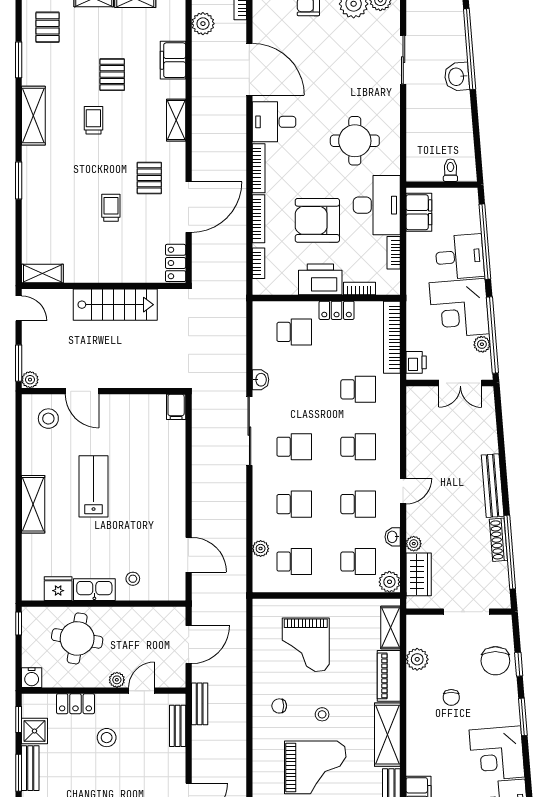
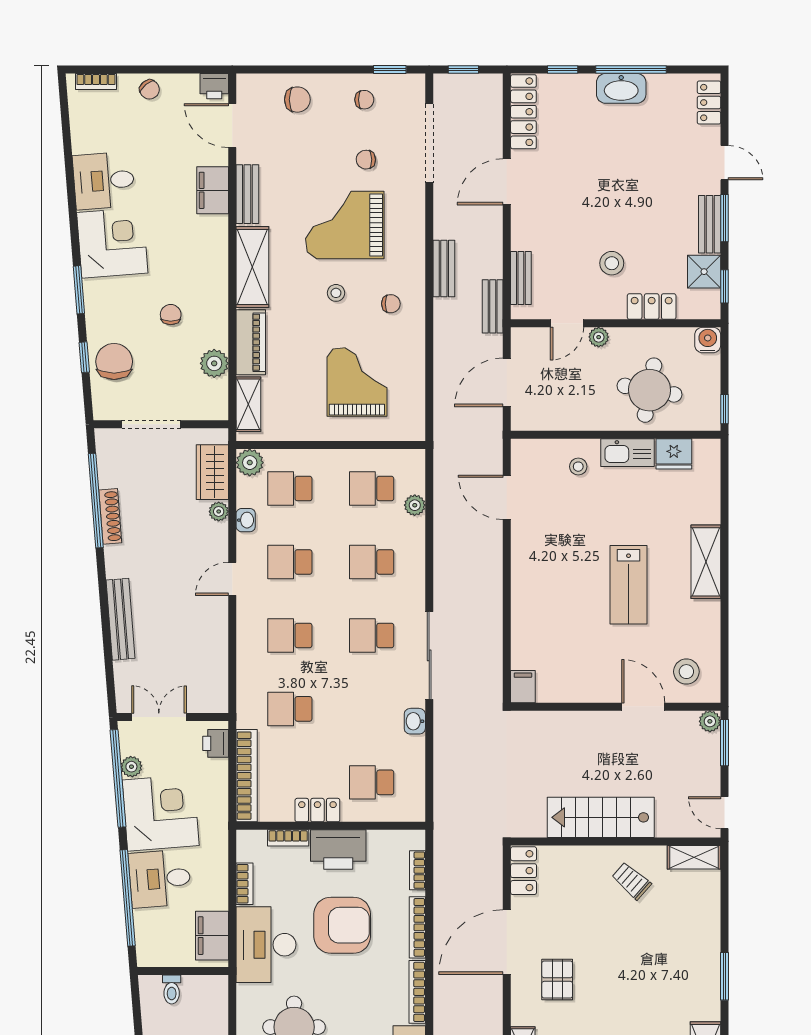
trolley: (111, 208) -> (631, 881), moved, turned 131
bench: (493, 486) -> (120, 619), moved
bench: (238, 733) -> (444, 269), added

